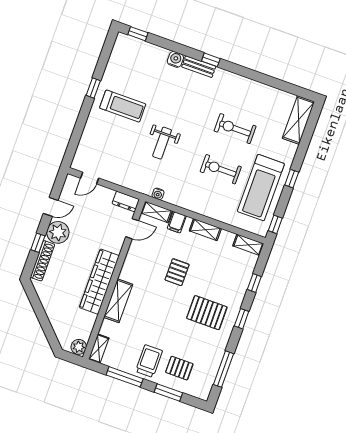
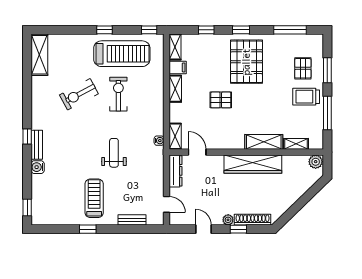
shelving: (298, 120) -> (39, 55), moved, turned 90
exercise bike: (235, 129) -> (79, 94), turned 62
bench: (86, 137) -> (132, 220), added
weight bench: (162, 143) -> (114, 153), turned -90
exercise bike: (221, 169) -> (118, 94), turned 180
dresser: (126, 201) -> (176, 171), width x1.44
filing cabinet: (177, 222) -> (178, 67), moved
plant: (58, 232) -> (228, 220), width x0.53, depth x0.53
pallet: (207, 313) -> (246, 62), width x1.37, depth x1.41
shelving: (99, 349) -> (296, 144), moved

